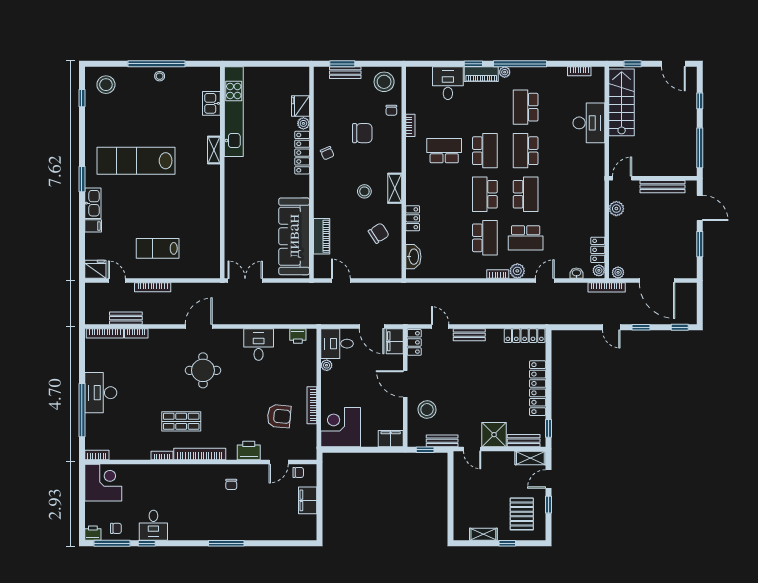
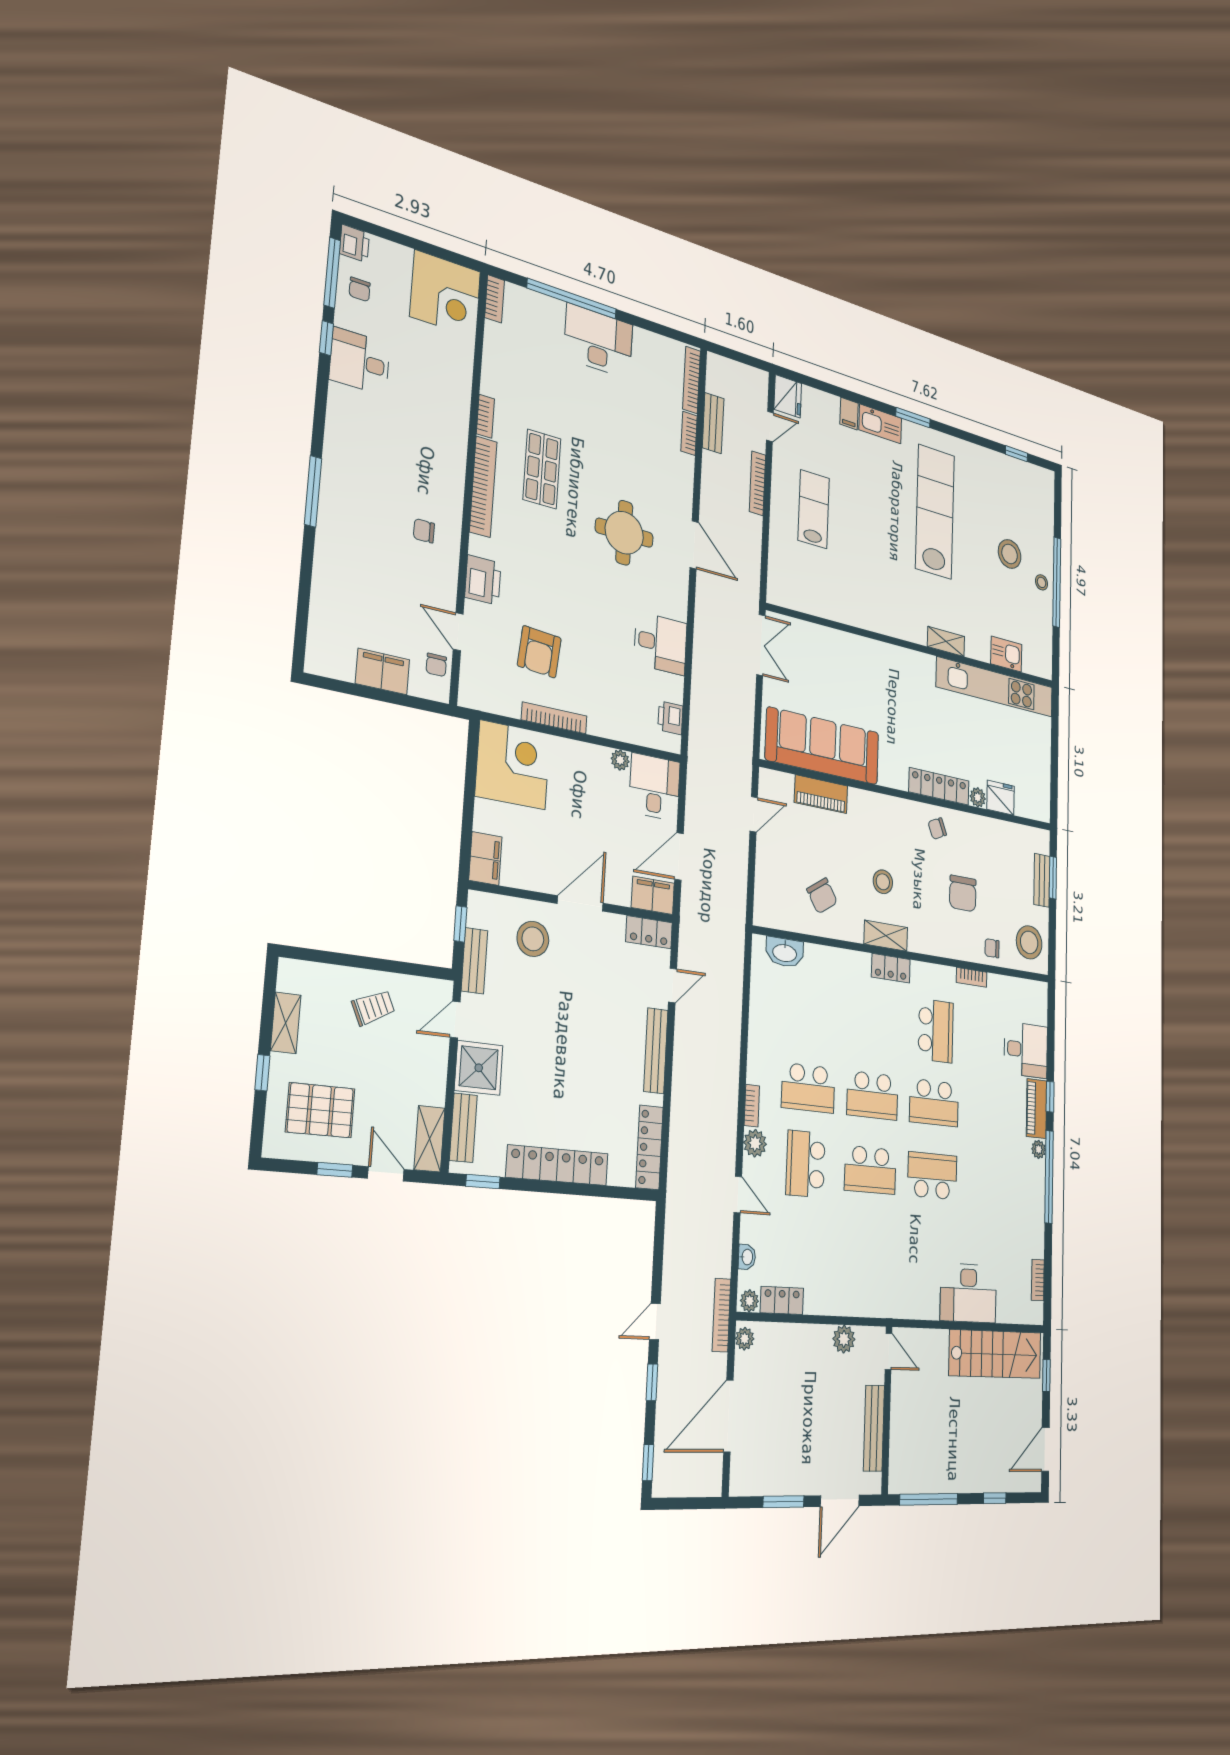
stool: (106, 85) -> (1010, 554), moved
school desk: (526, 107) -> (992, 1181), removed
school desk: (485, 194) -> (872, 1095), turned 180
locker: (413, 218) -> (891, 968), moved
bench: (469, 335) -> (656, 1051), width x1.36
trolley: (471, 492) -> (373, 1008), added

